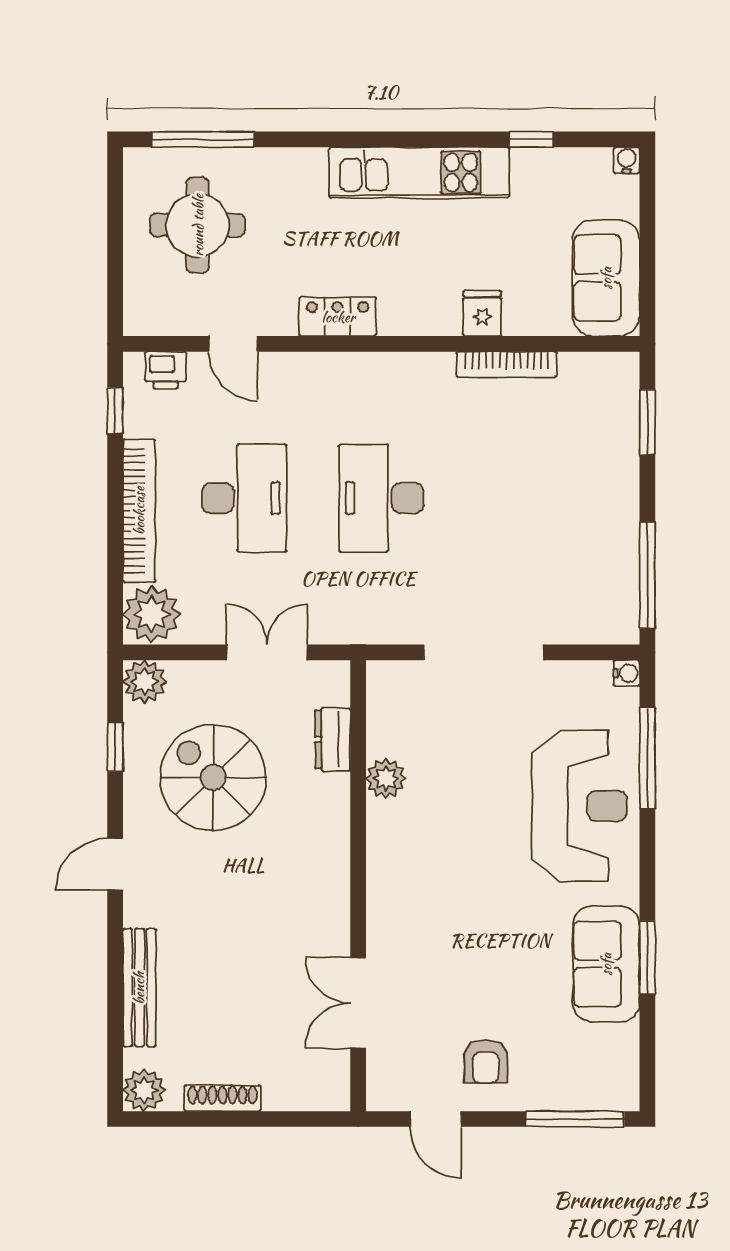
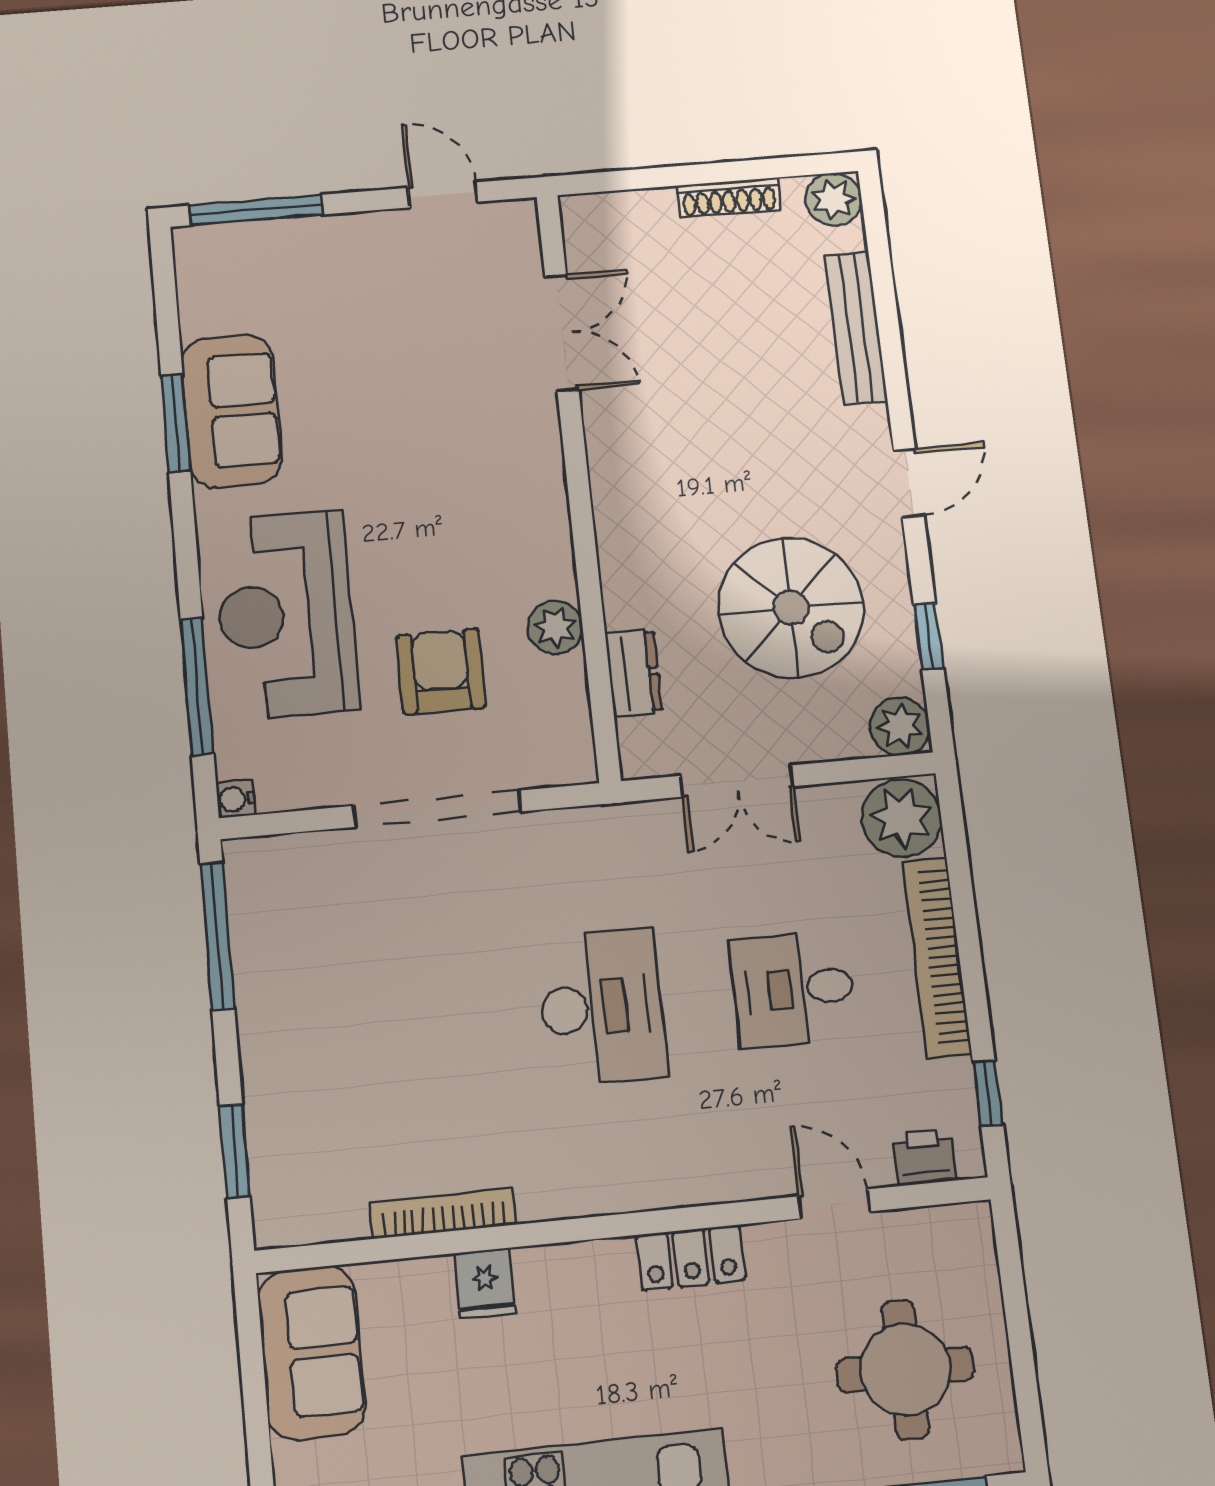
desk: (244, 498) -> (793, 989), width x0.73
armchair: (486, 1062) -> (441, 672), moved, width x1.38, depth x1.38

